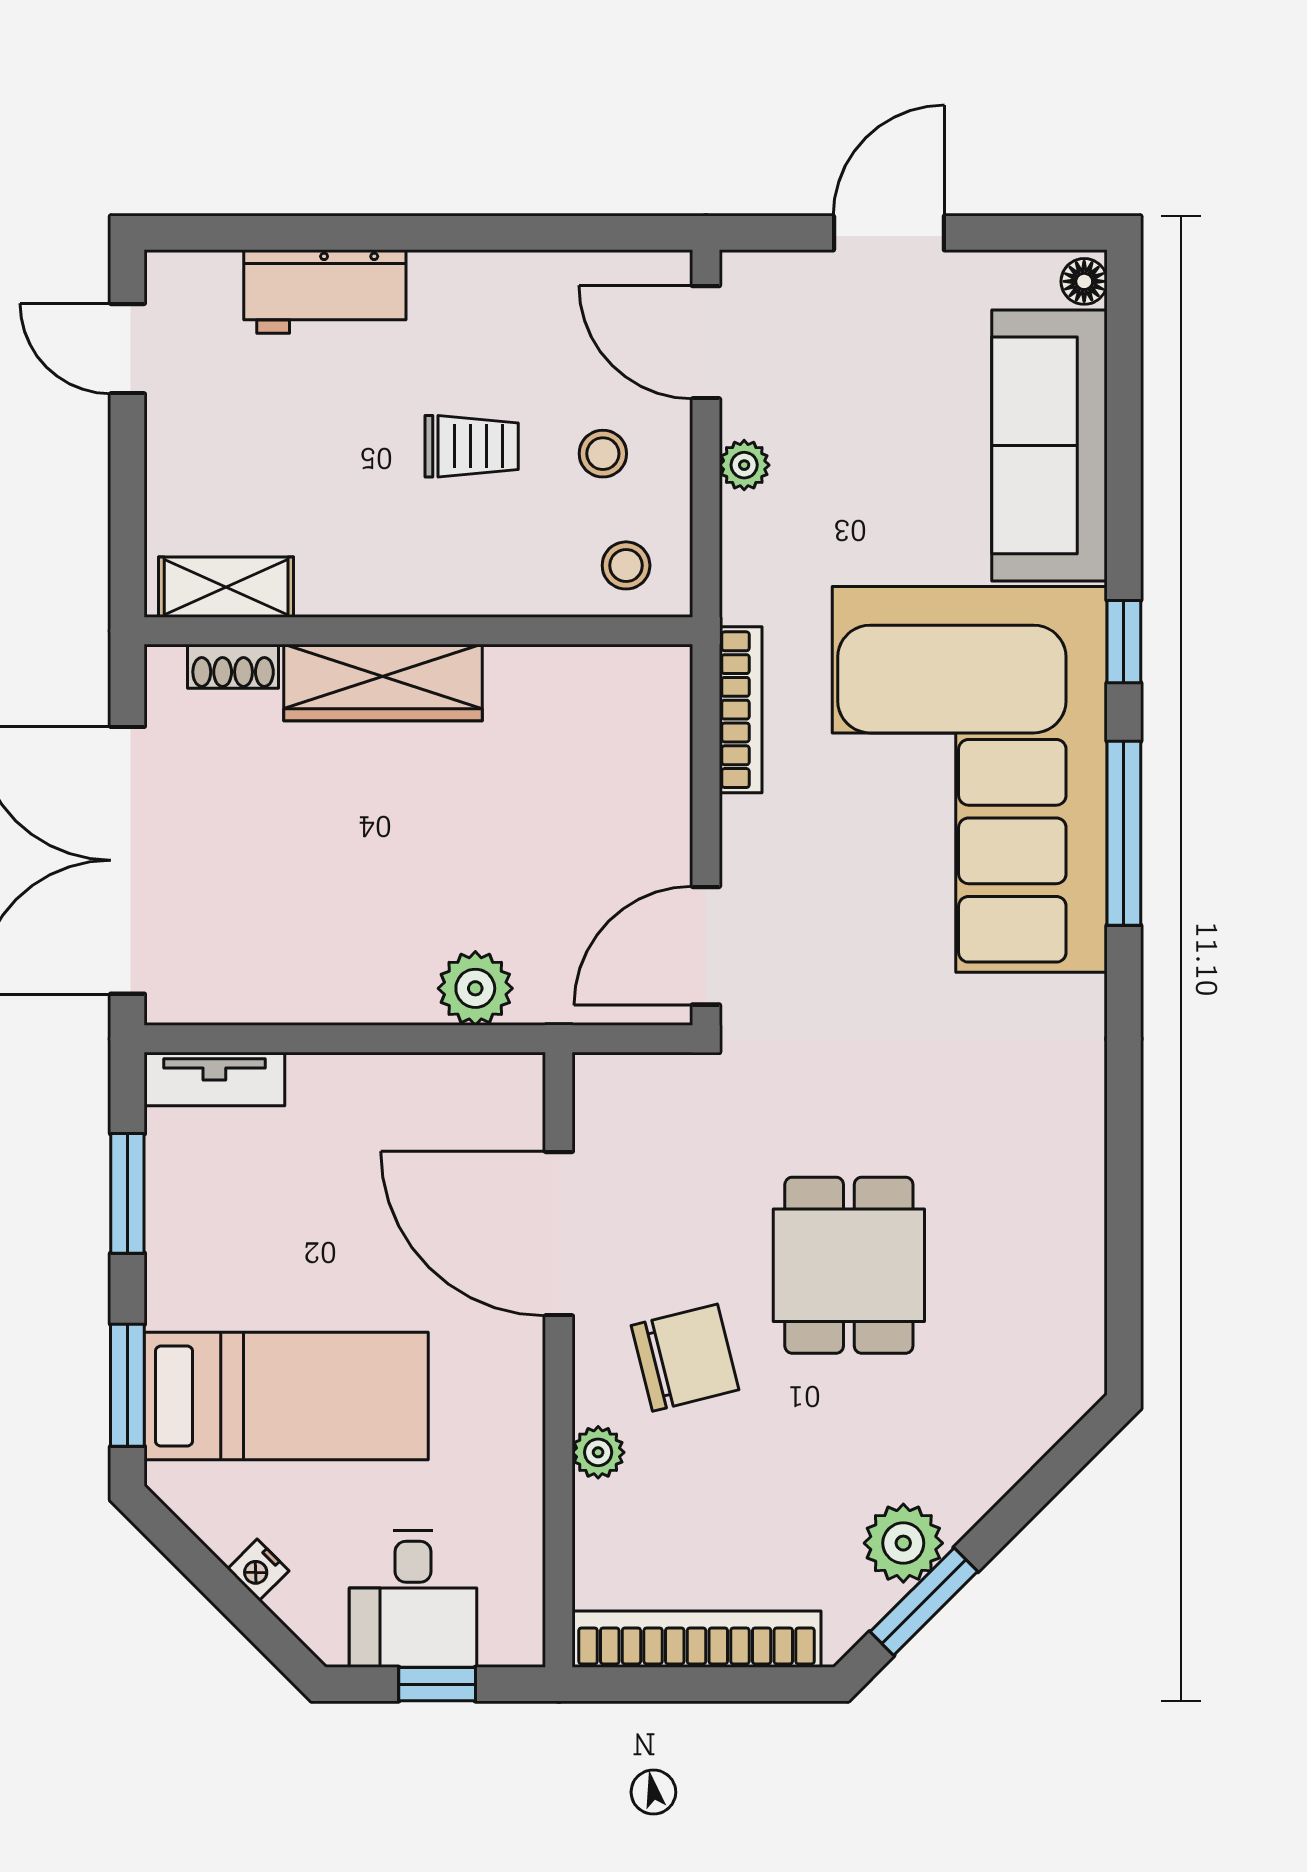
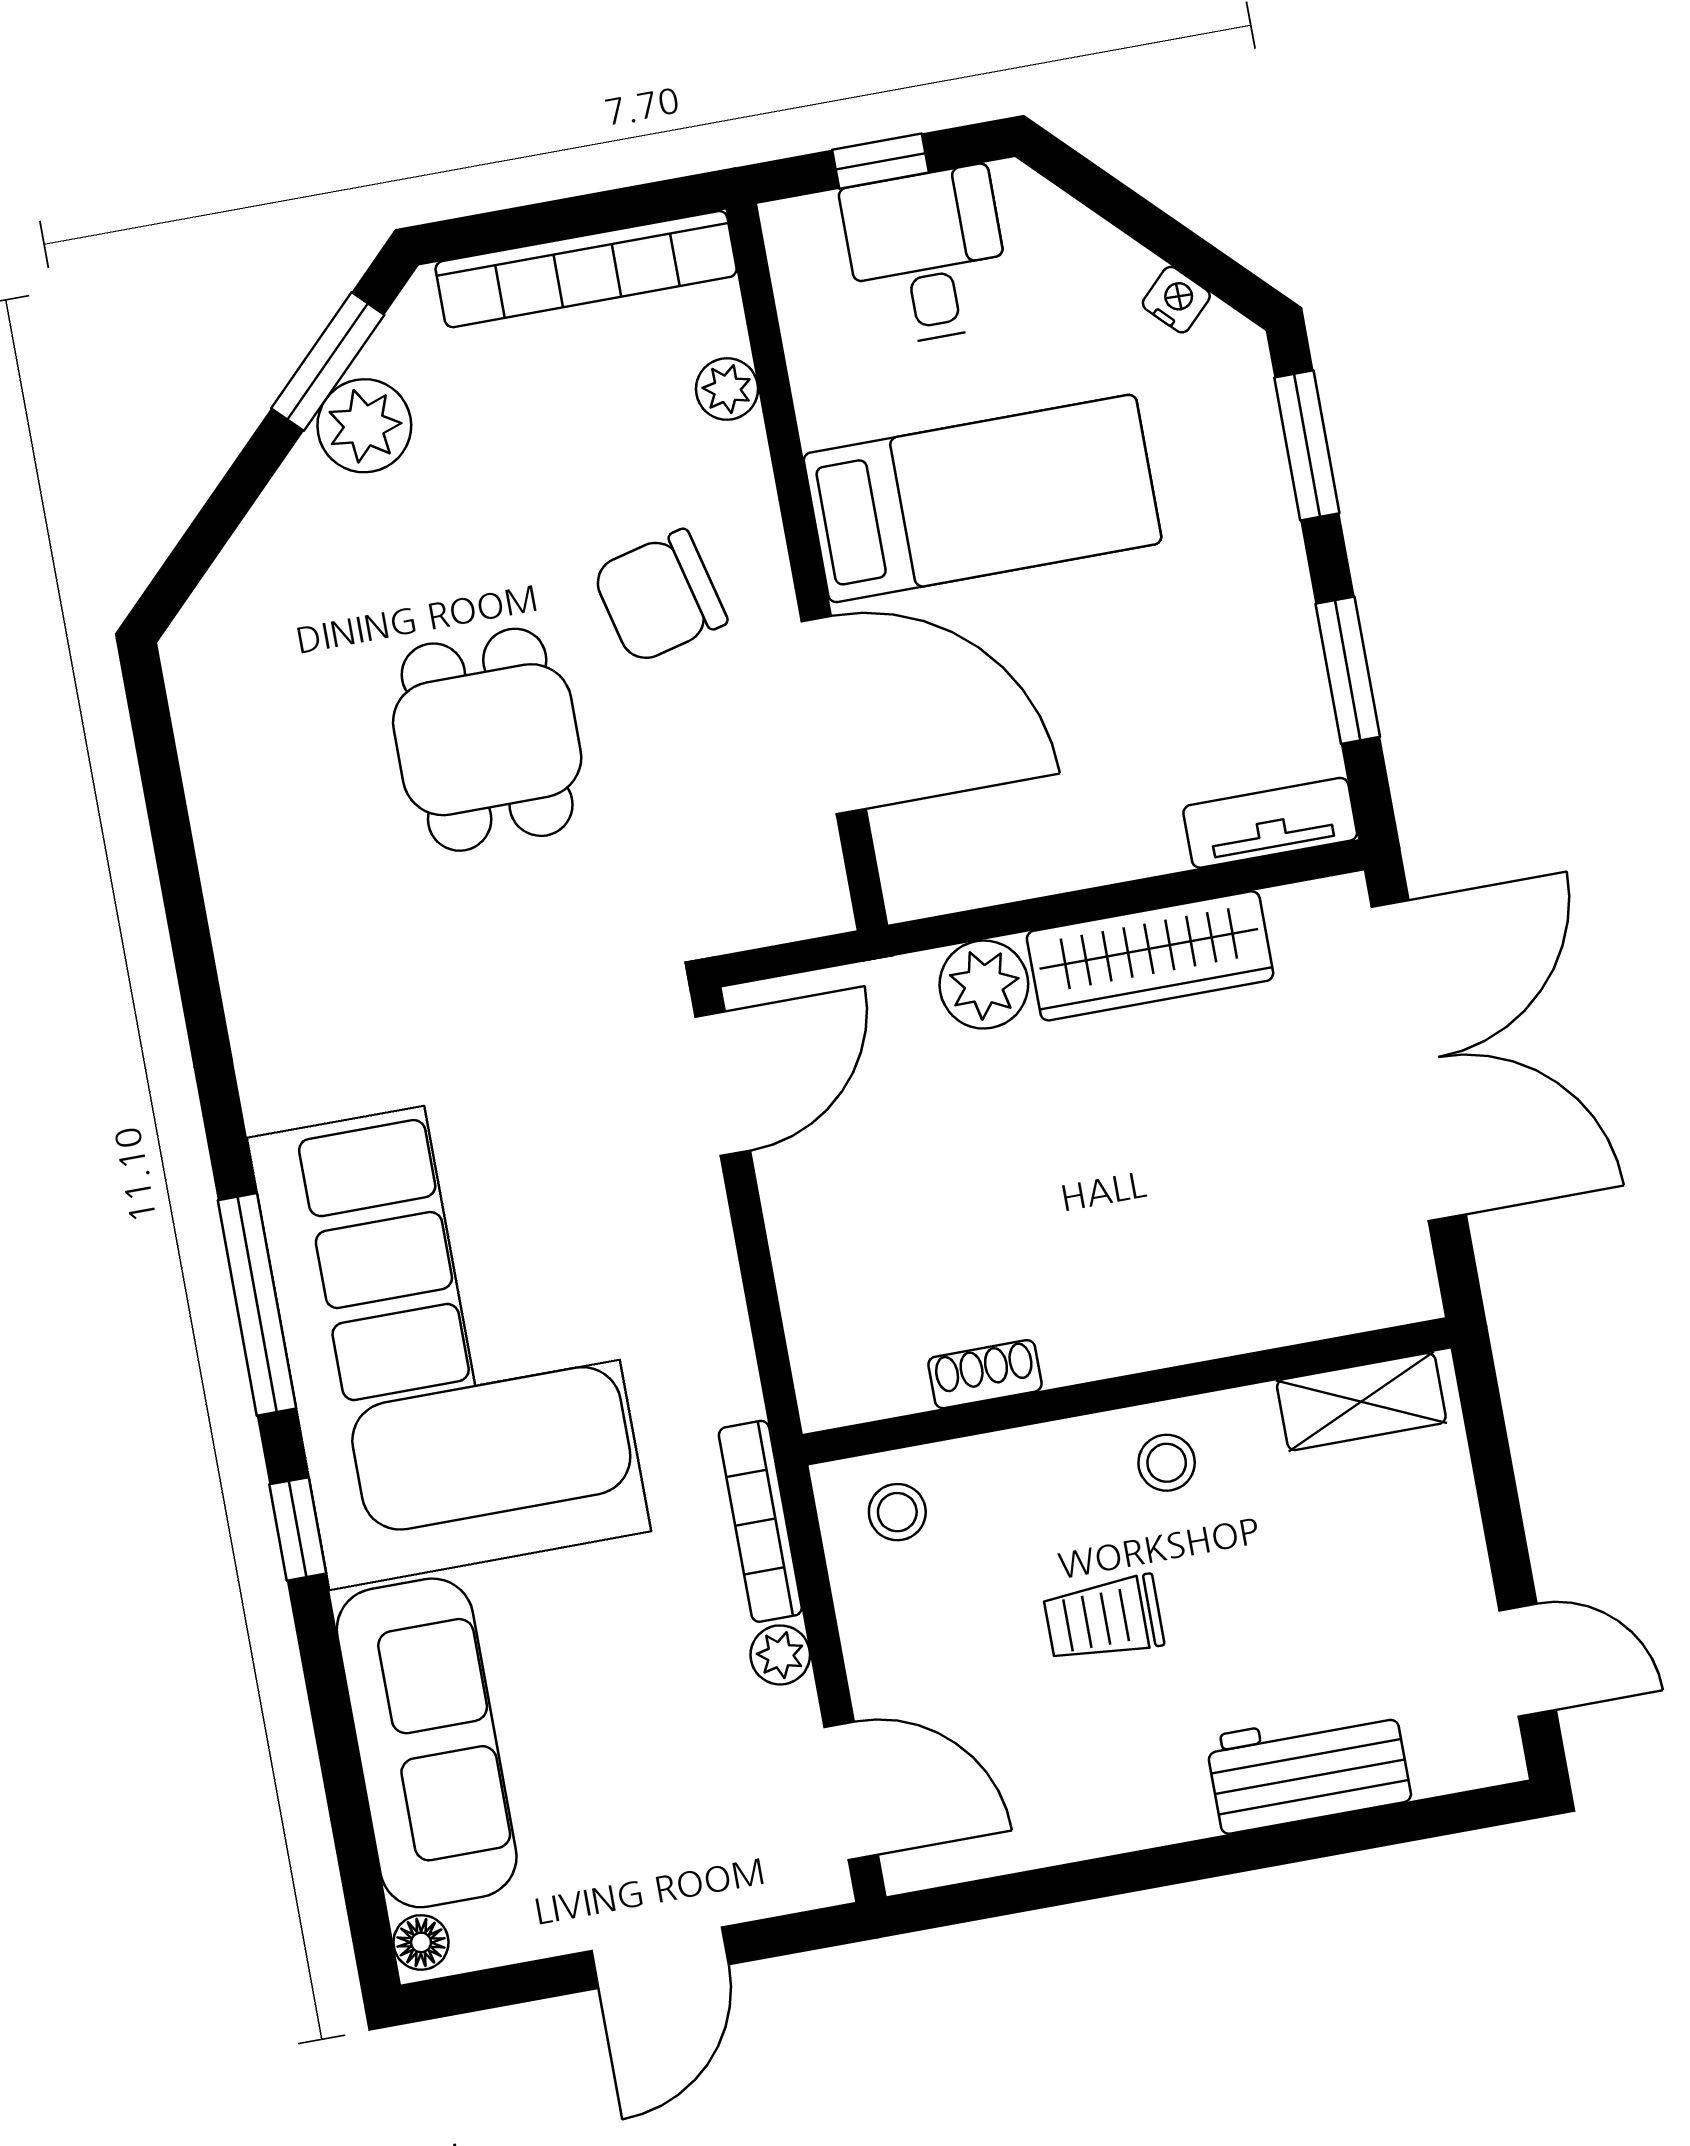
stool: (603, 454) -> (1167, 1463), moved
shoe rack: (233, 666) -> (985, 1374), moved
wardrobe: (383, 683) -> (1150, 956), moved, turned 180
bookcase: (741, 710) -> (760, 1521), moved
bed: (286, 1396) -> (982, 499), moved, turned 180
plant: (598, 1452) -> (727, 389), moved
nightstand: (258, 1570) -> (1176, 300), moved

